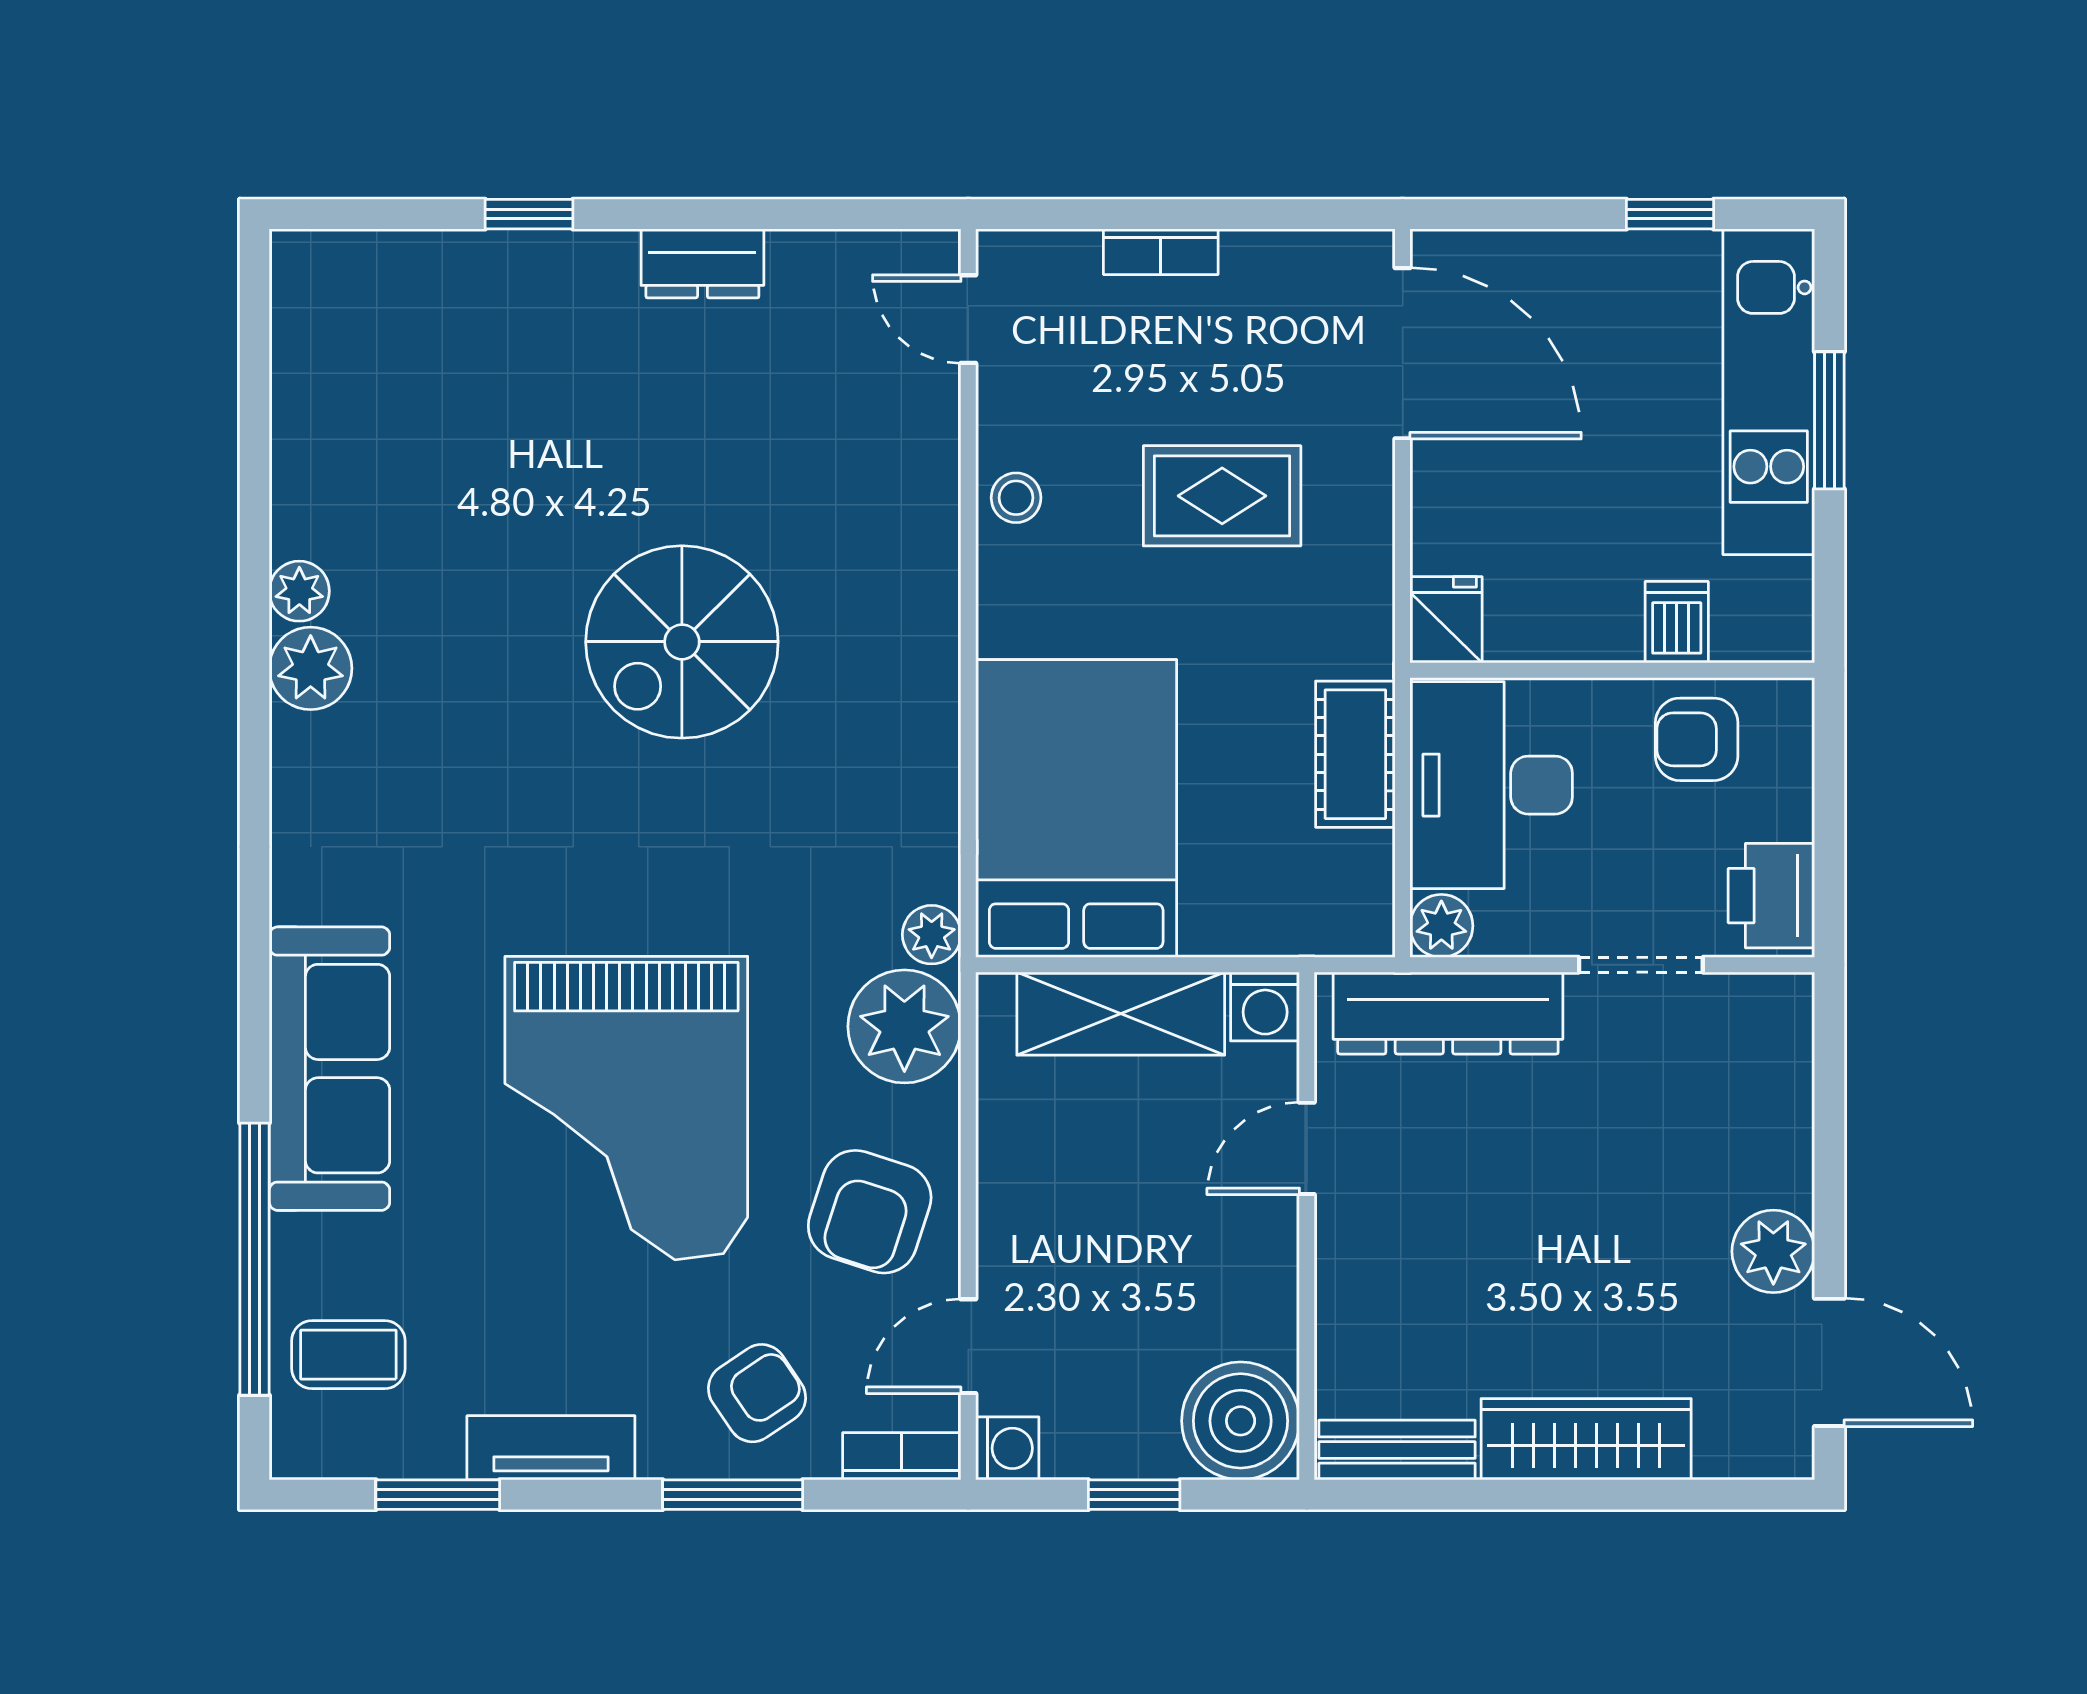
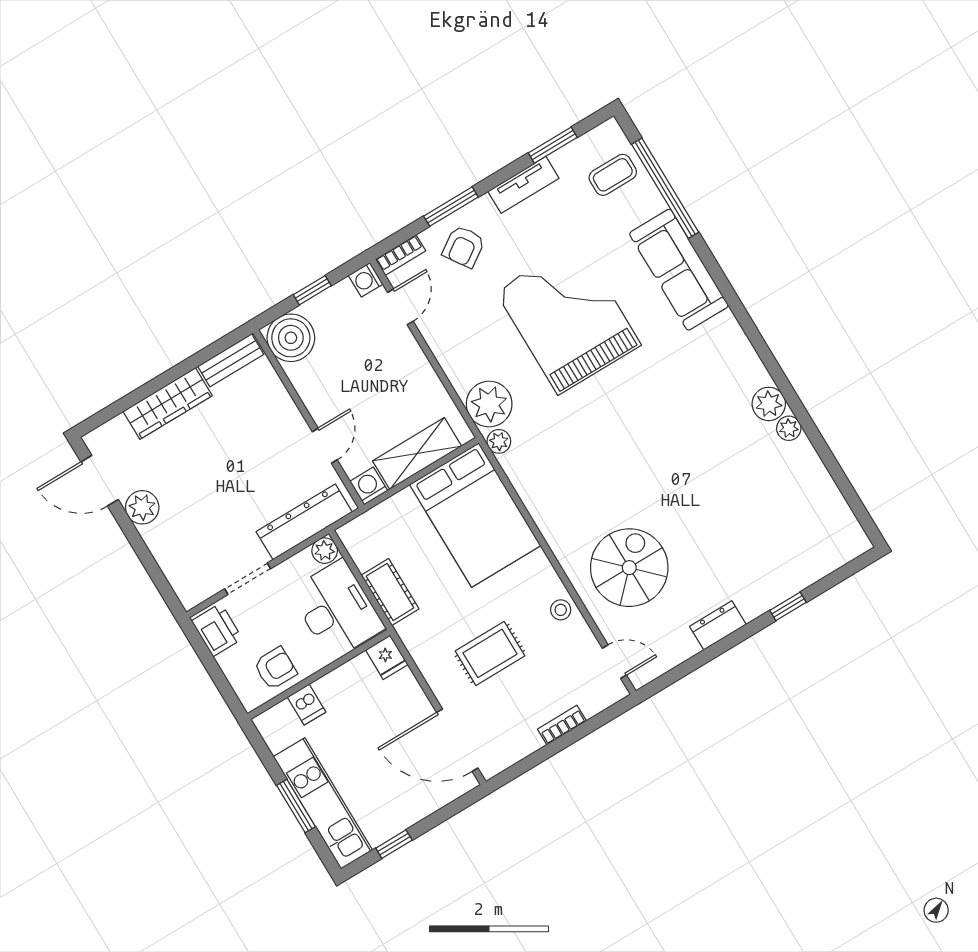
spiral stairs: (682, 642) -> (629, 568), moved
armchair: (870, 1212) -> (463, 333), removed

